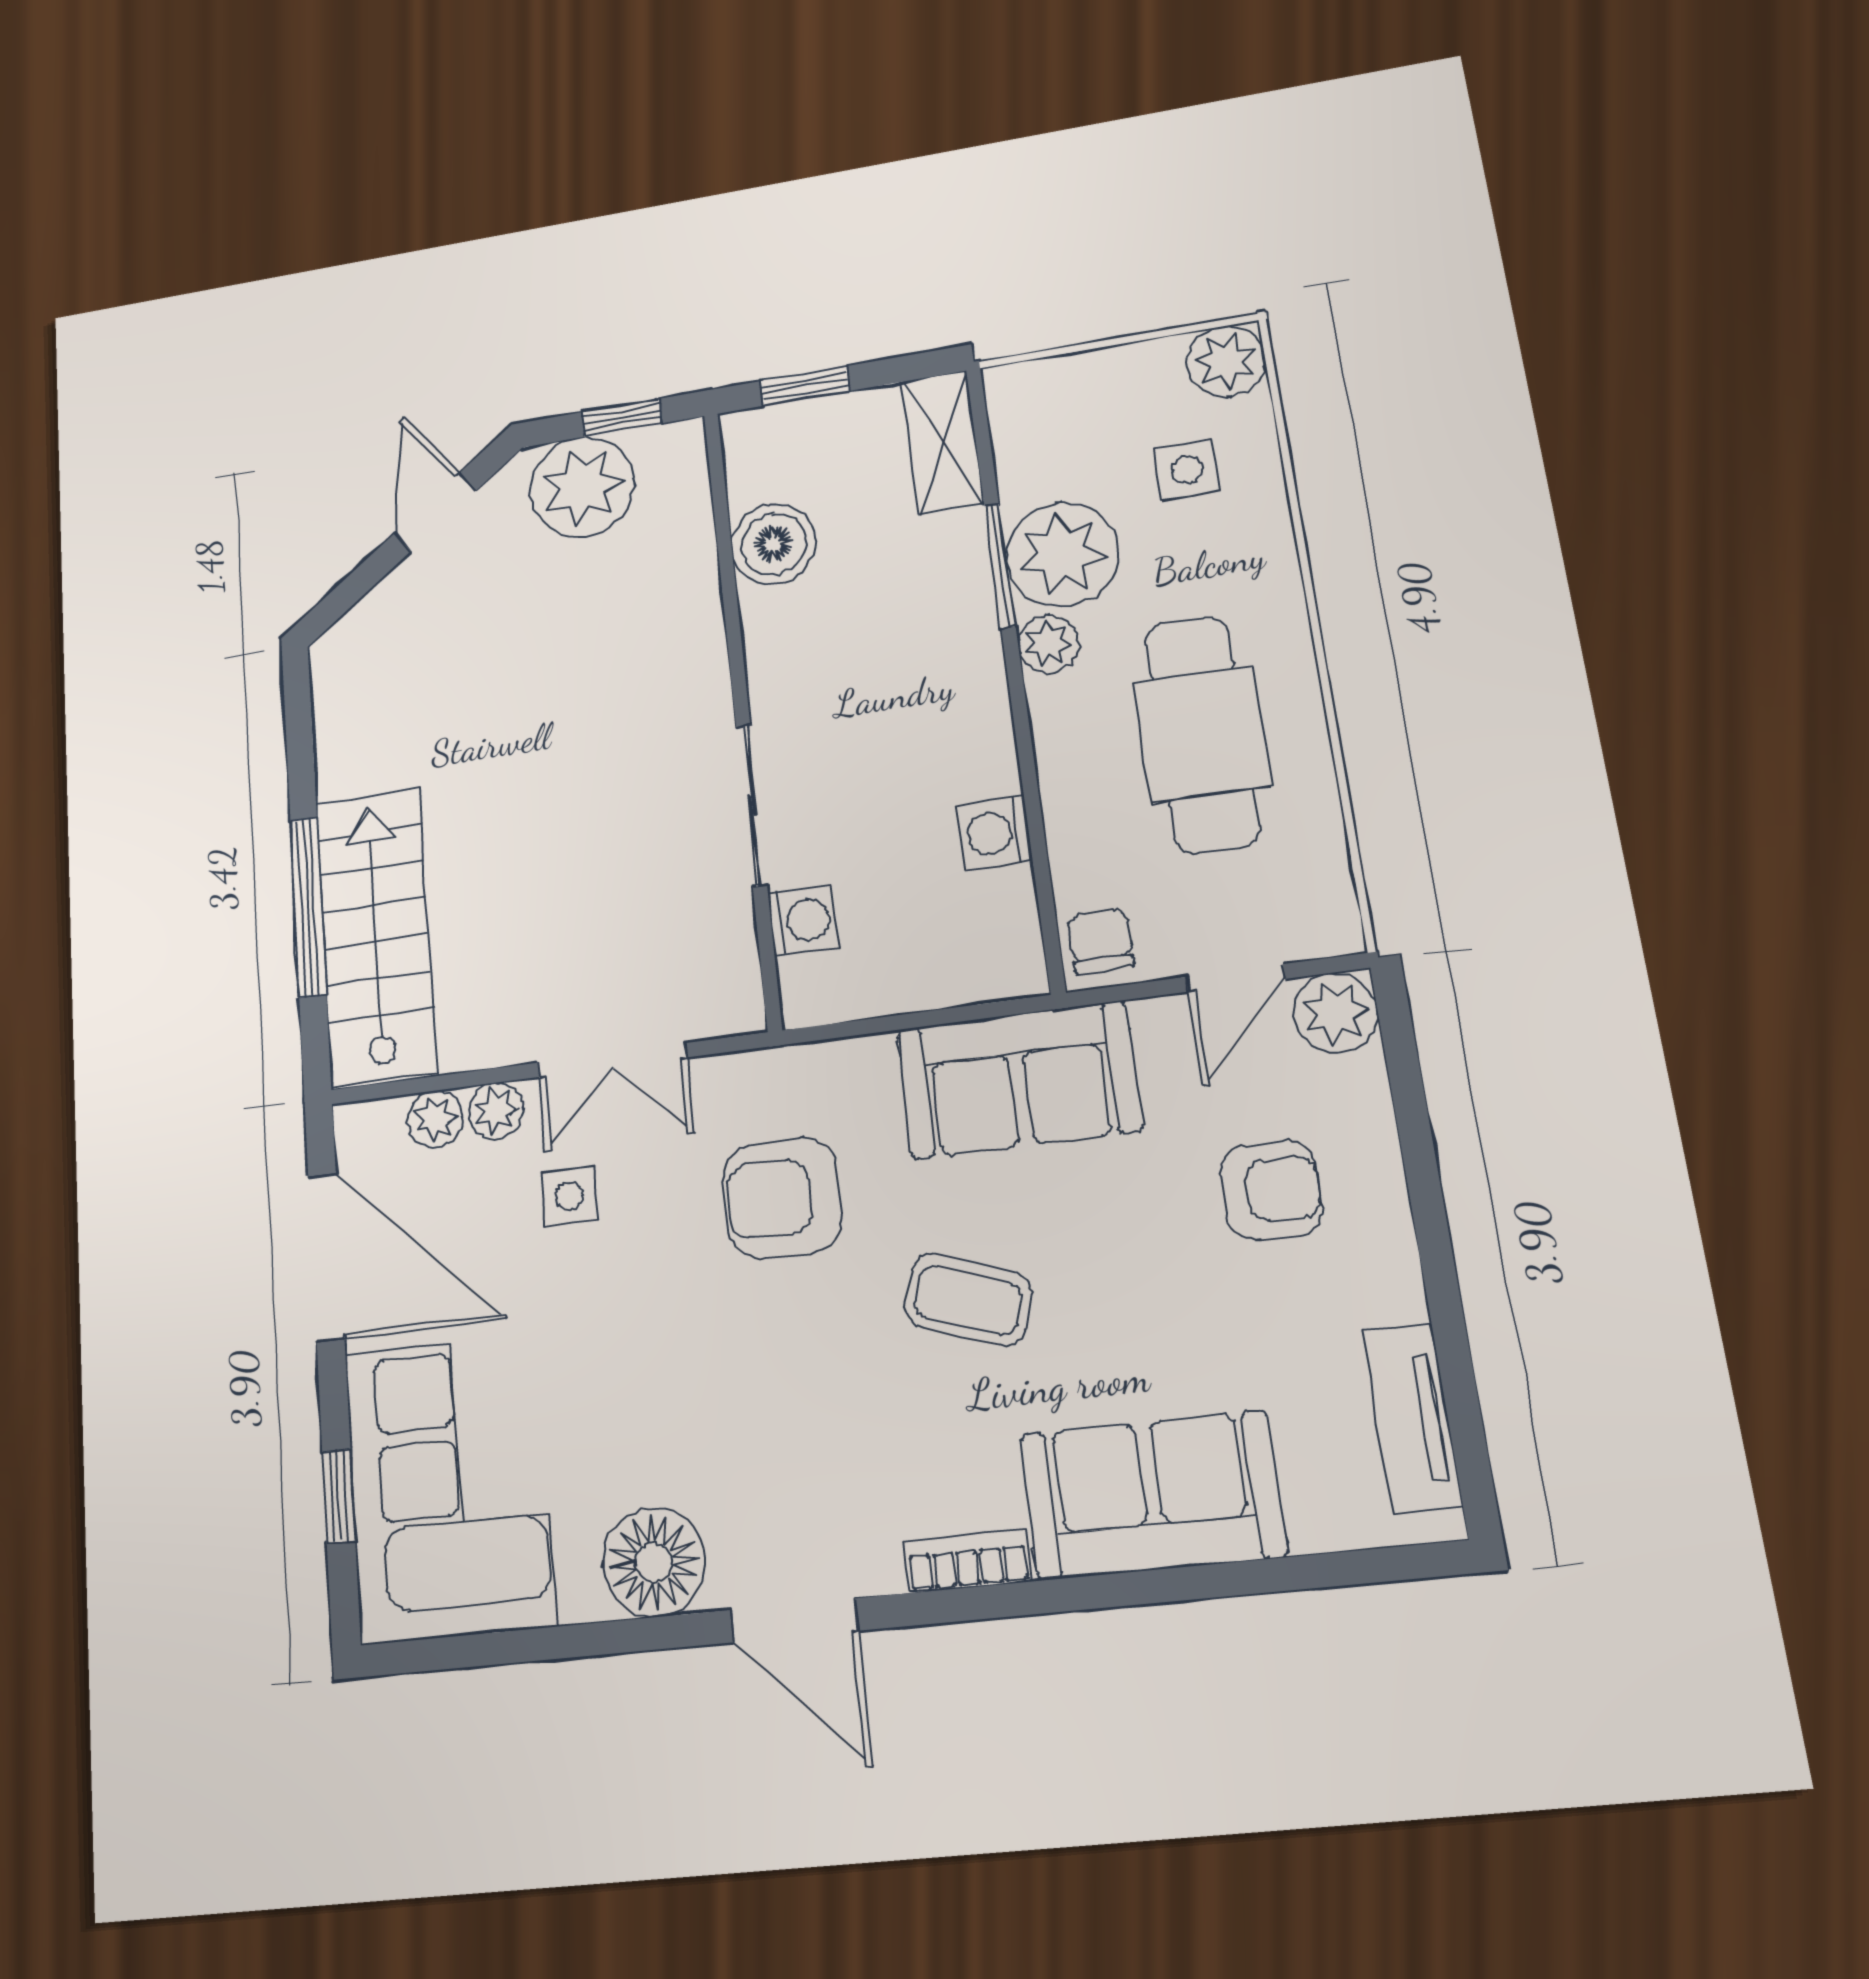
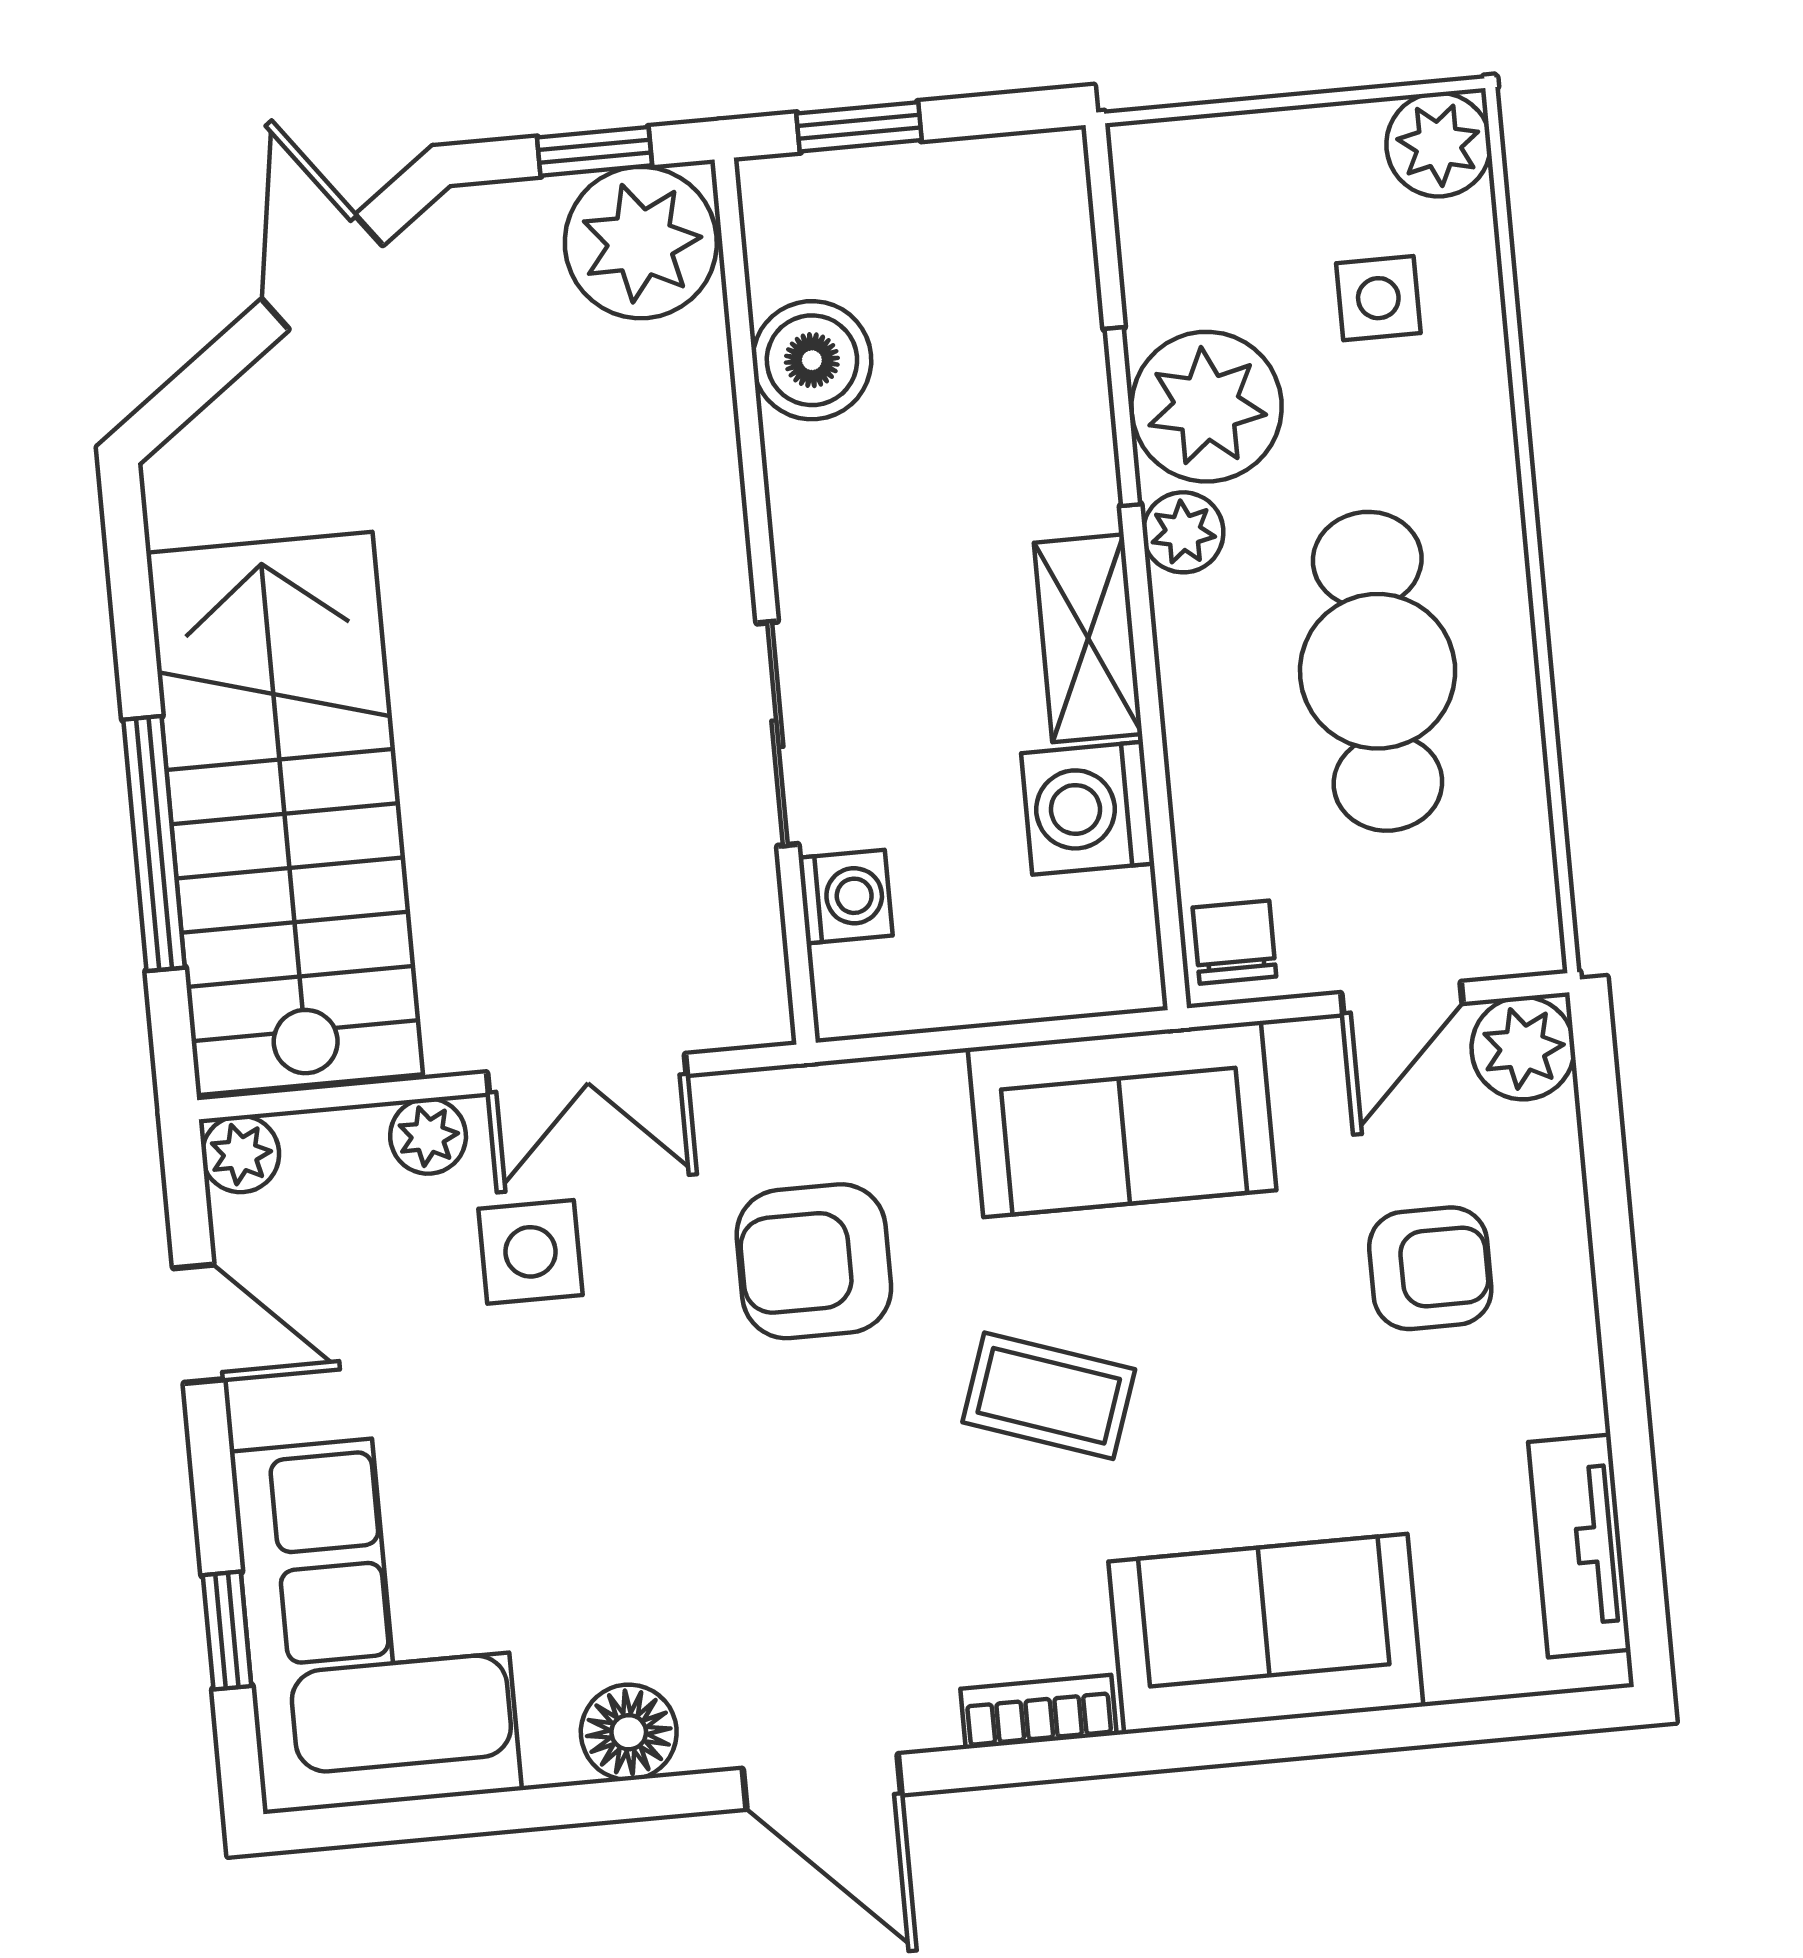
shelving: (943, 442) -> (1088, 638), moved
plant: (582, 487) -> (641, 243), moved
washing machine: (995, 833) -> (1088, 808), width x1.38, depth x1.38
stairs: (376, 936) -> (284, 814), width x1.36, depth x1.51
plant: (435, 1119) -> (241, 1154), moved
side table: (569, 1196) -> (531, 1252), width x1.37, depth x1.37
door: (326, 1257) -> (199, 1324), width x0.53
floor lamp: (654, 1562) -> (629, 1732), width x0.73, depth x0.73

